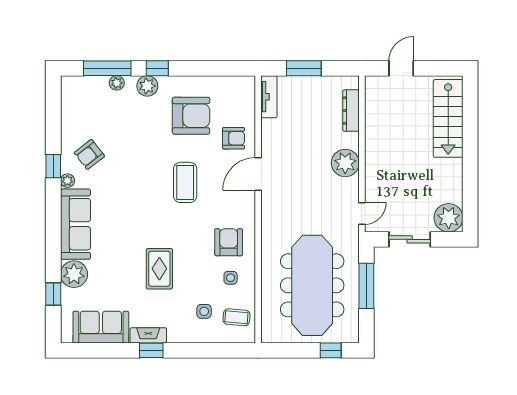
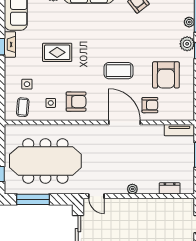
dresser: (351, 111) -> (170, 188), width x0.70
armchair: (234, 138) -> (150, 105), turned -90
plant: (345, 163) -> (132, 189), width x0.53, depth x0.53
door: (258, 174) -> (124, 122), width x1.36
window: (366, 286) -> (33, 199), moved

